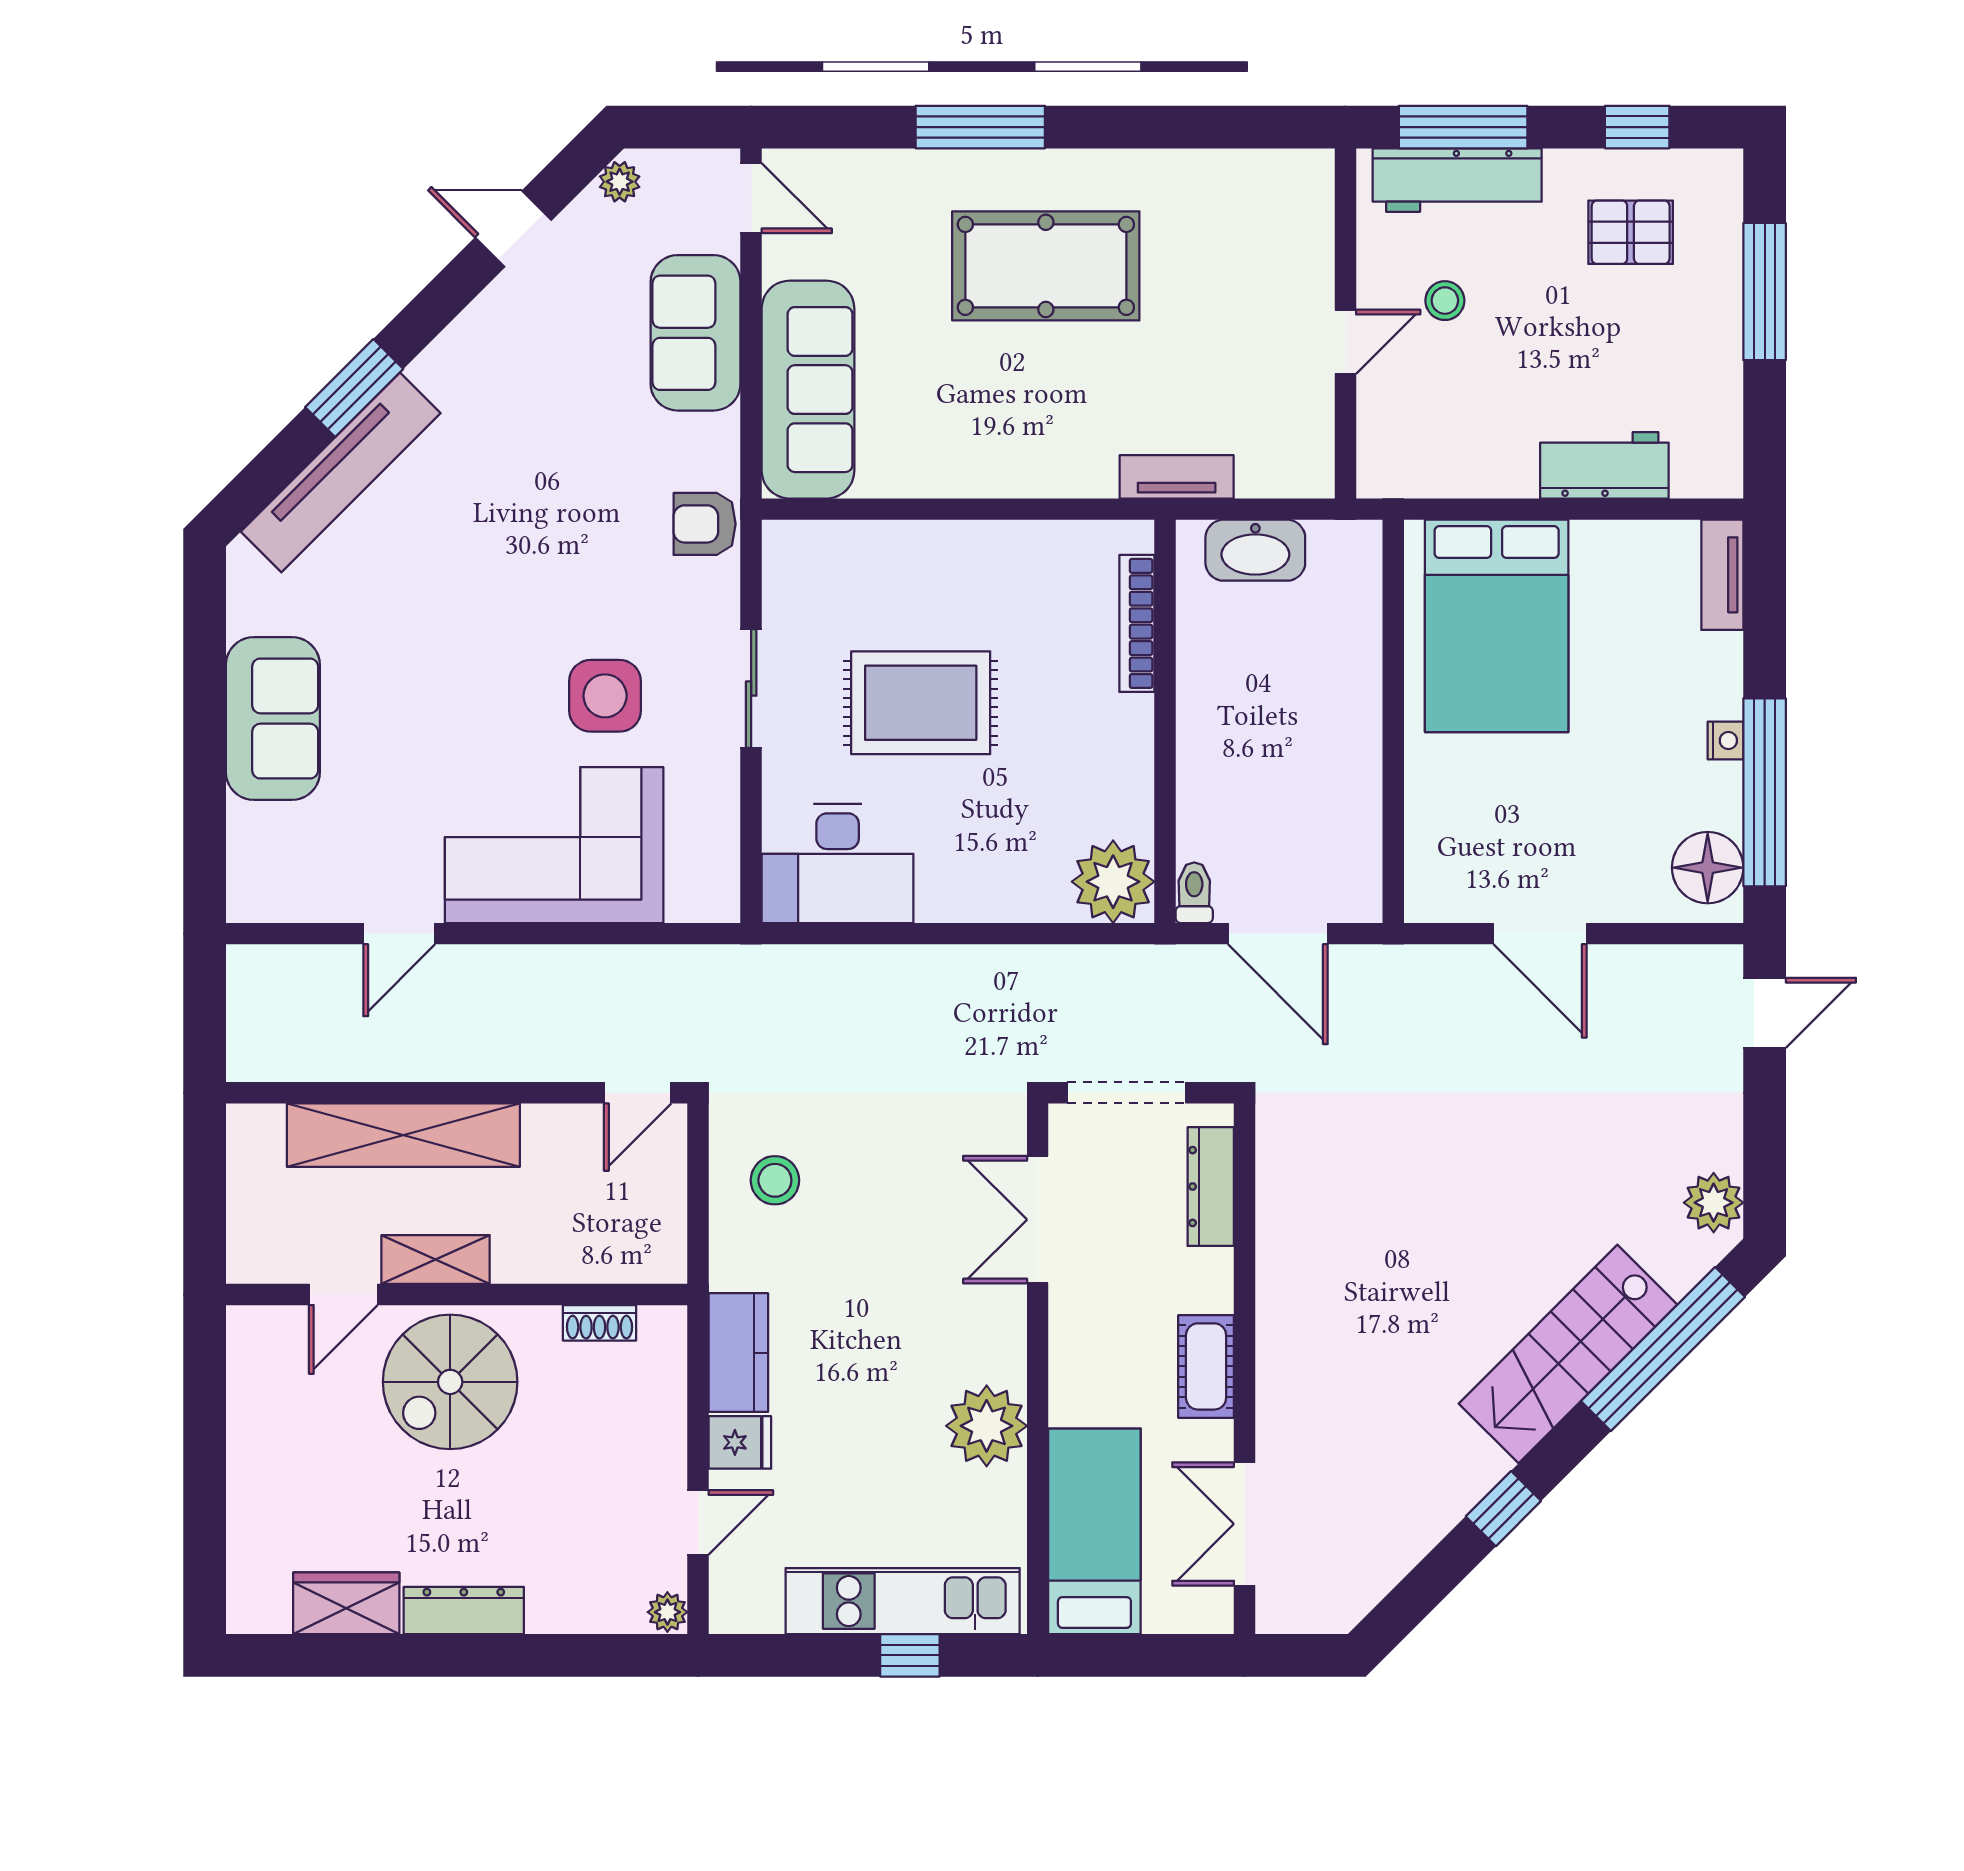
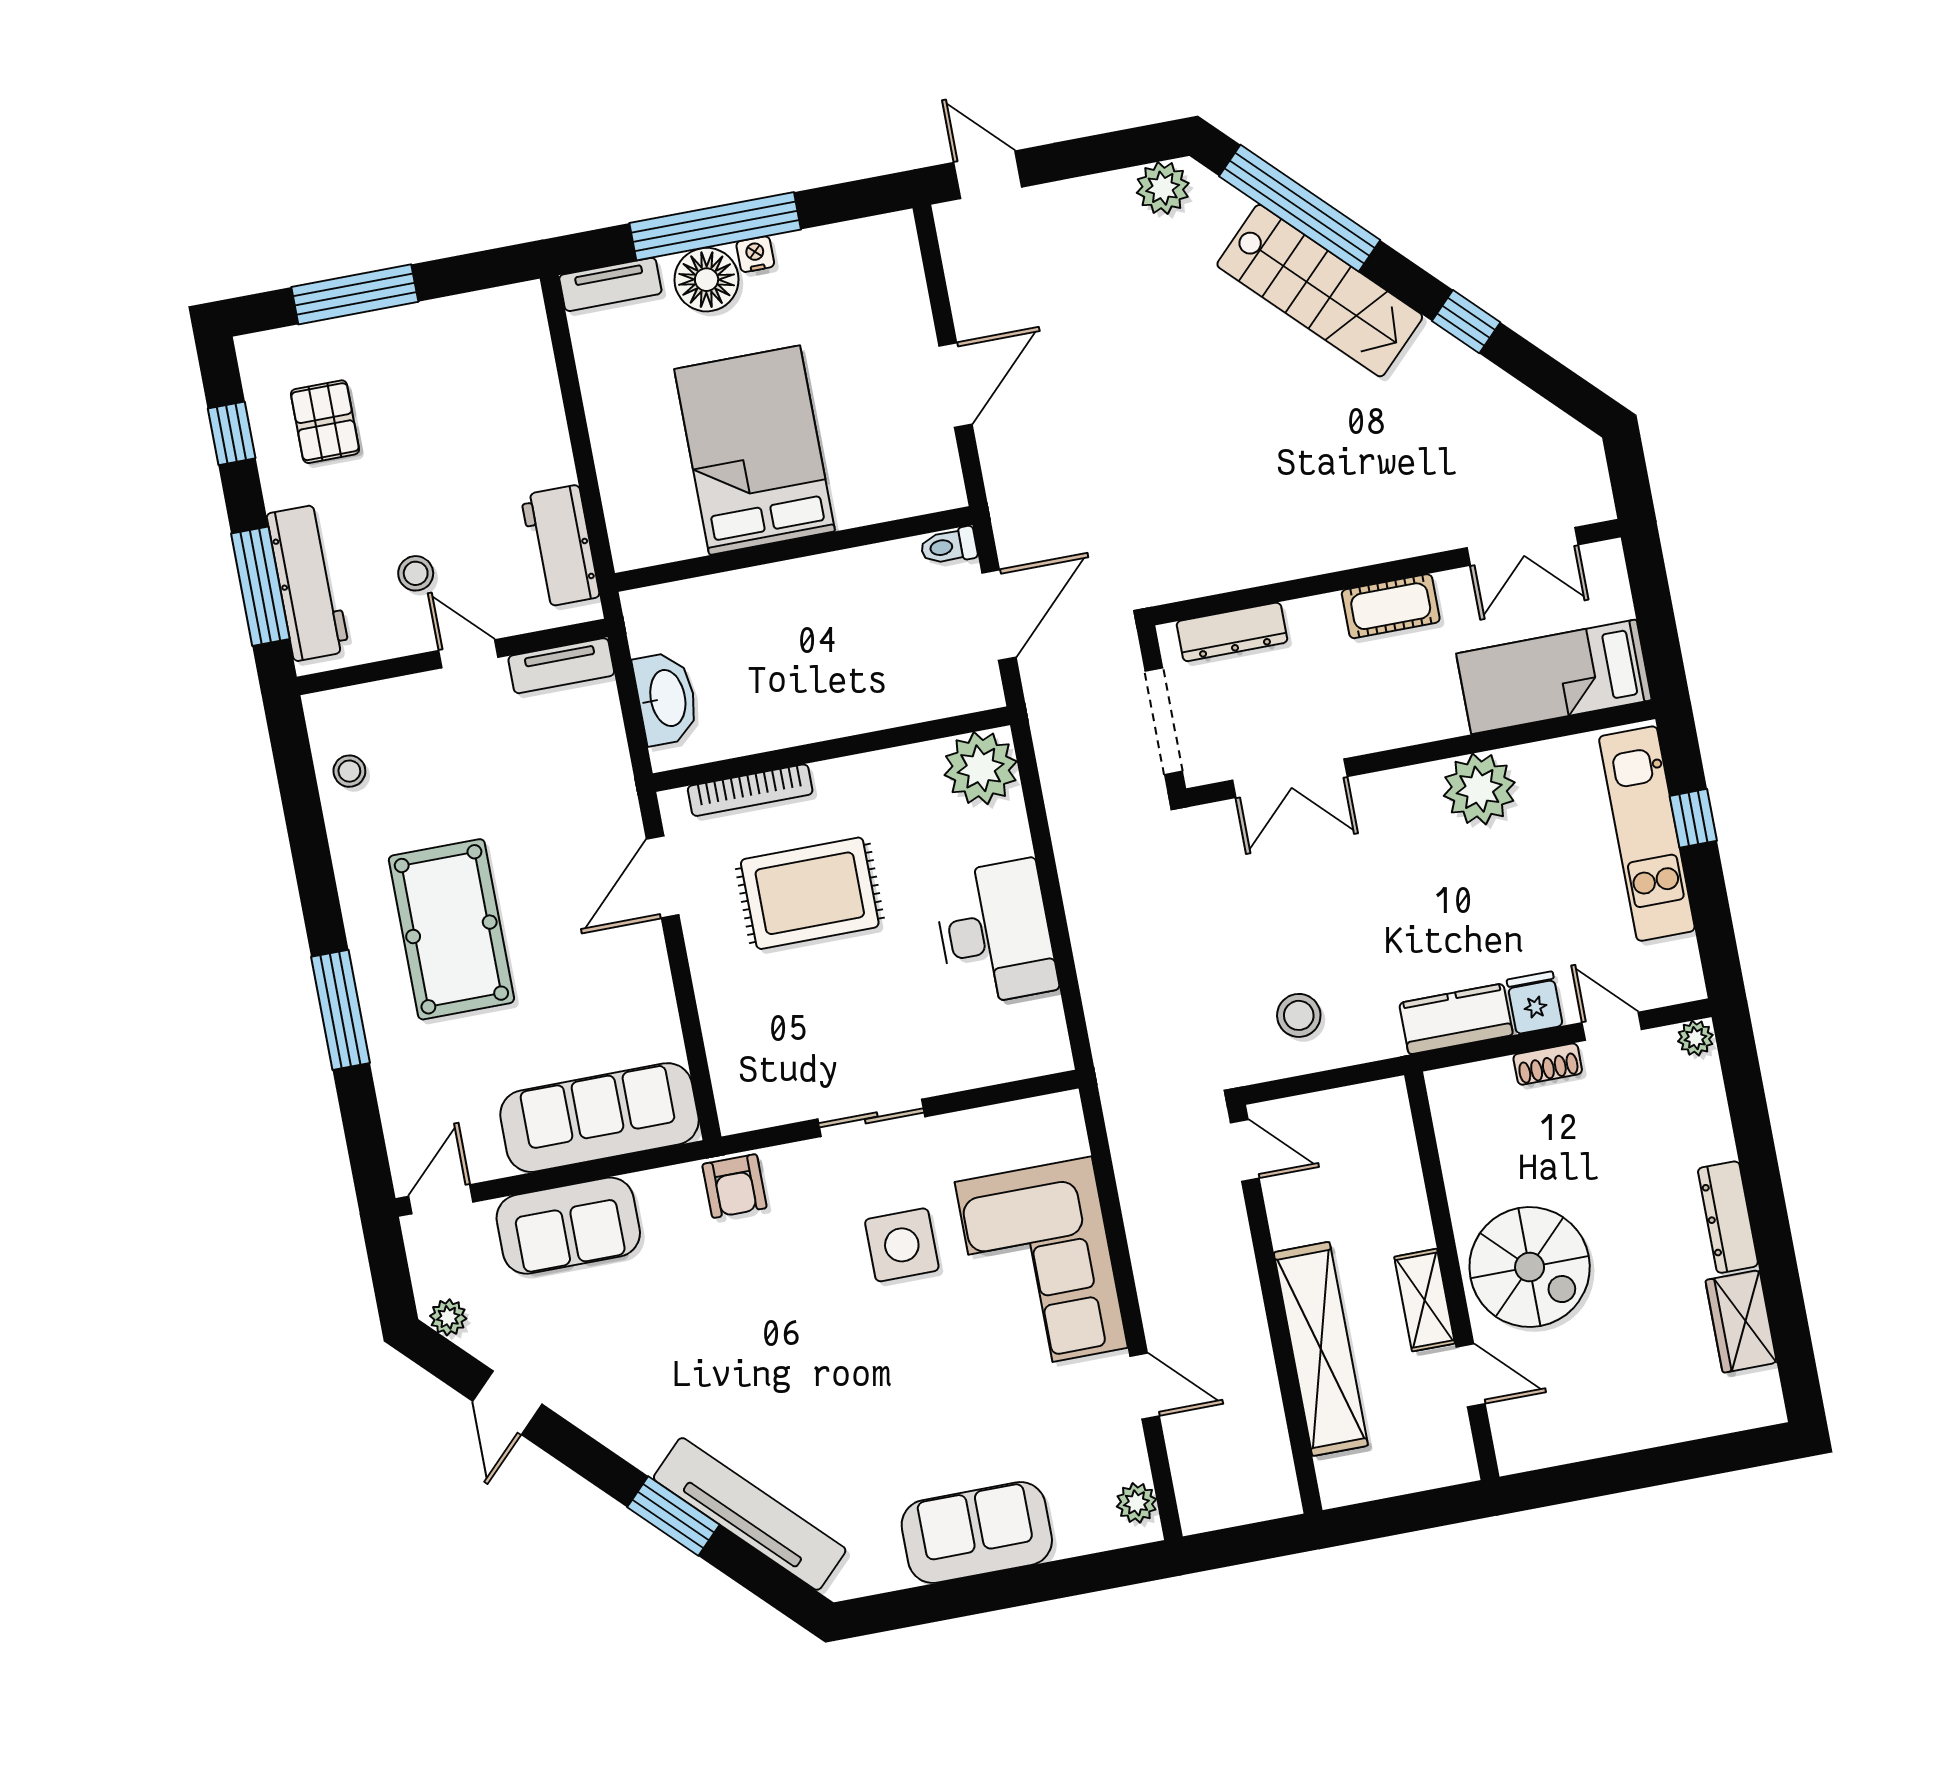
stool: (1241, 187) -> (349, 771), added
workbench: (1604, 465) -> (560, 546), moved
tv unit: (1177, 477) -> (561, 666), moved, turned -90
door: (1059, 509) -> (663, 877), added
bed: (1497, 626) -> (755, 450), moved, turned -90
rug: (921, 703) -> (810, 893), moved, turned 90
window: (1765, 792) -> (715, 226), moved
desk: (838, 863) -> (995, 933), moved
floor lamp: (1708, 868) -> (707, 280), moved
toilet: (1194, 893) -> (949, 546), moved
plant: (272, 900) -> (1136, 1503), added
shoe rack: (599, 1323) -> (1548, 1064), moved, turned 90

